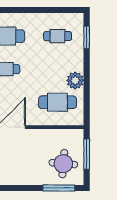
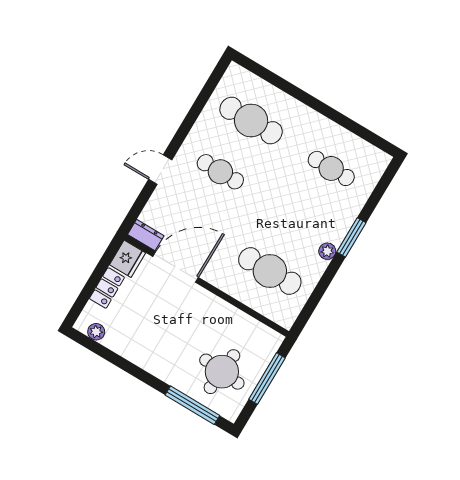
window: (87, 37) -> (351, 237), moved
plant: (75, 81) -> (327, 251), width x0.53, depth x0.53

